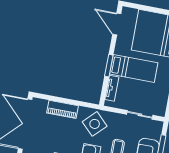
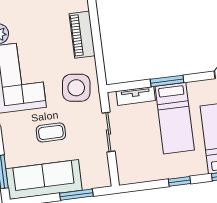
sliding door: (140, 115) -> (108, 132), moved
side table: (95, 124) -> (76, 88), turned -38

